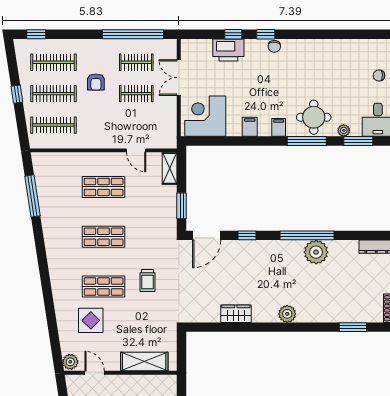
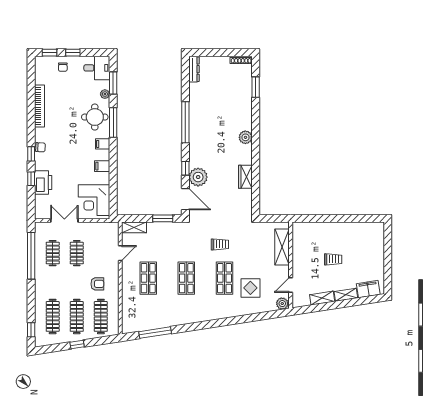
bookcase: (328, 45) -> (39, 106), added
double door: (179, 78) -> (64, 220), swing flipped
armchair: (96, 82) -> (97, 284), moved
plant: (316, 252) -> (198, 177), moved

